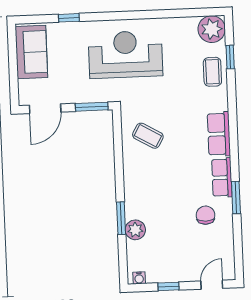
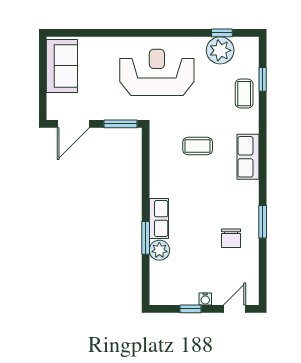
window: (69, 18) -> (222, 33), moved
plant: (212, 29) -> (220, 50), moved
coffee table: (148, 136) -> (198, 146), moved, turned -30
row of seats: (222, 178) -> (159, 219), moved, turned 180
chair: (206, 215) -> (231, 238), turned 180
water cooler: (139, 278) -> (205, 299), moved

